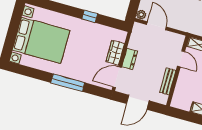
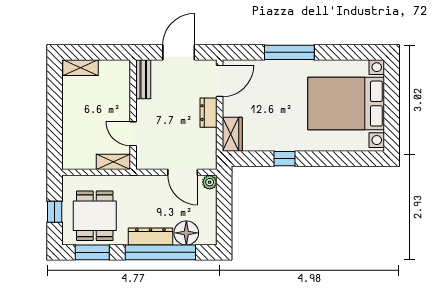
wardrobe: (115, 53) -> (232, 134), moved
bench: (168, 81) -> (143, 79), moved

